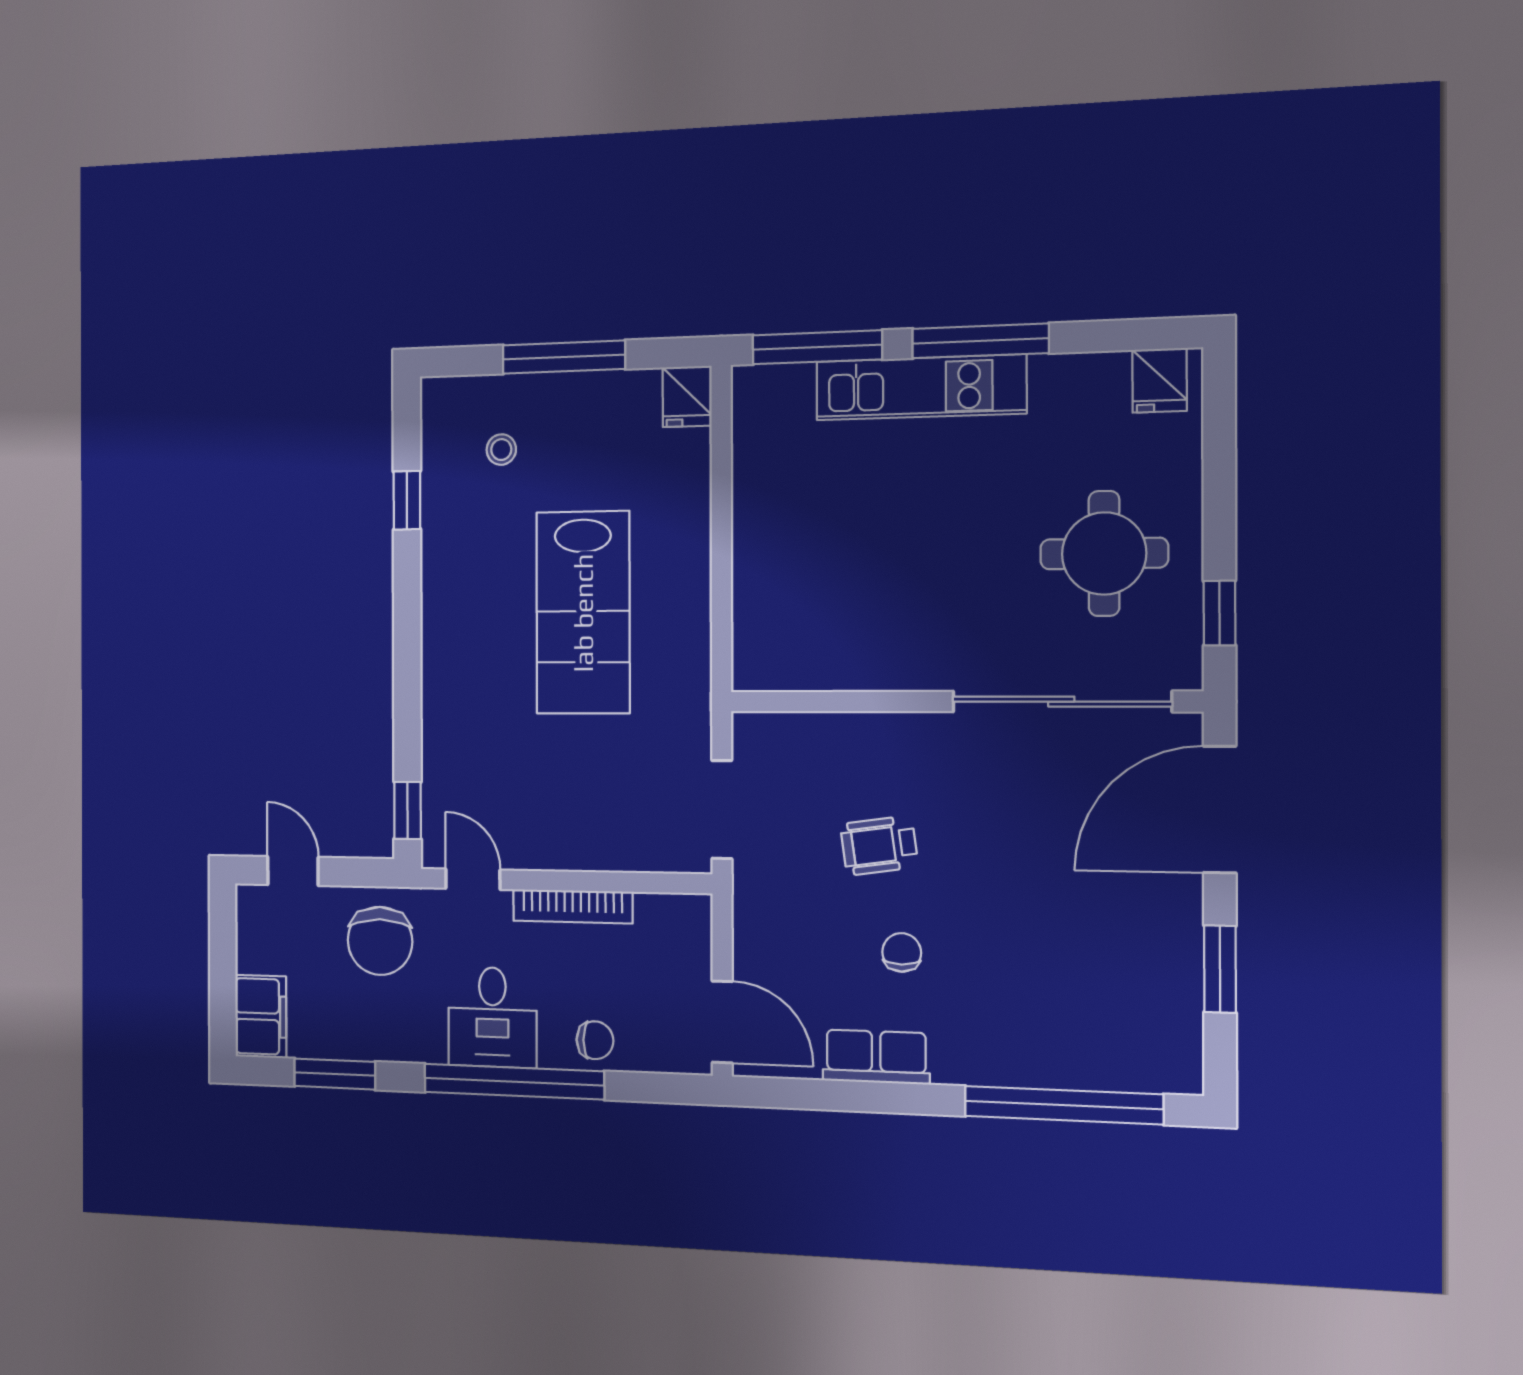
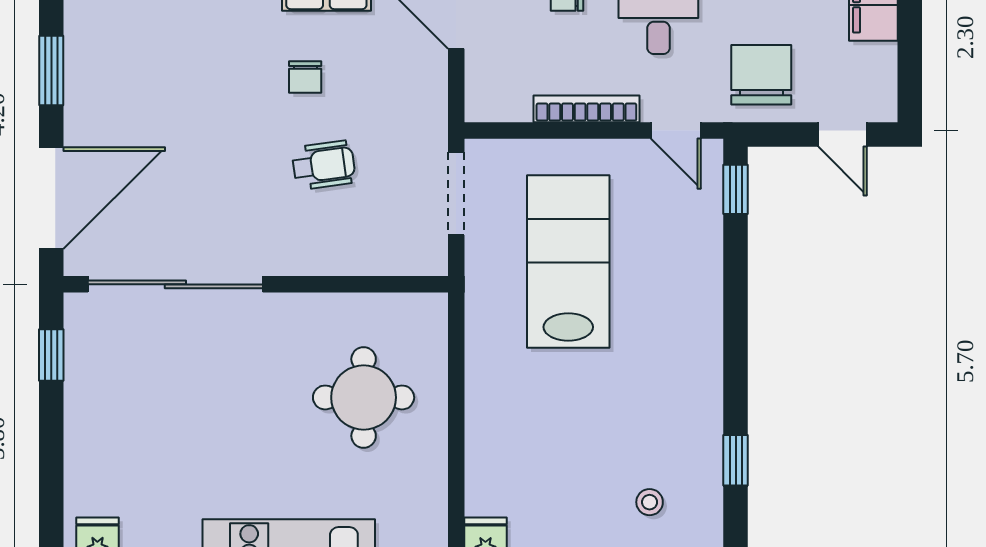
round table: (1104, 553) -> (364, 397), moved
lab bench: (583, 613) -> (568, 261), moved

